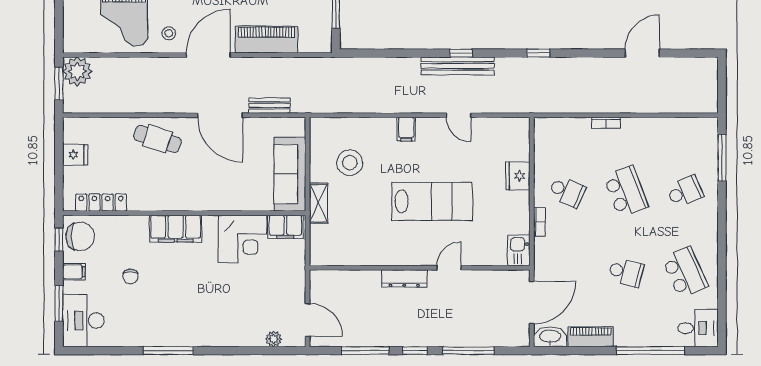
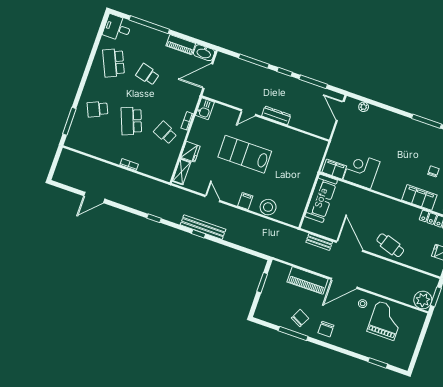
stool: (350, 163) -> (268, 207), moved
shelving: (319, 203) -> (182, 172), moved
filing cabinet: (176, 229) -> (419, 197), moved

